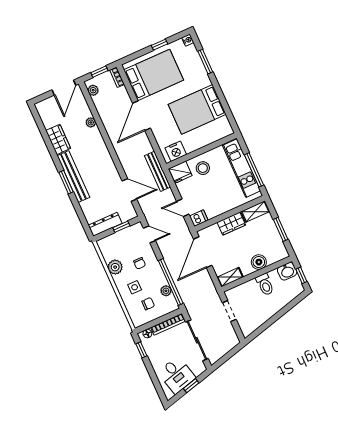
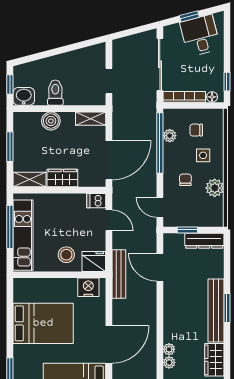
plant: (95, 132) -> (169, 349), added

